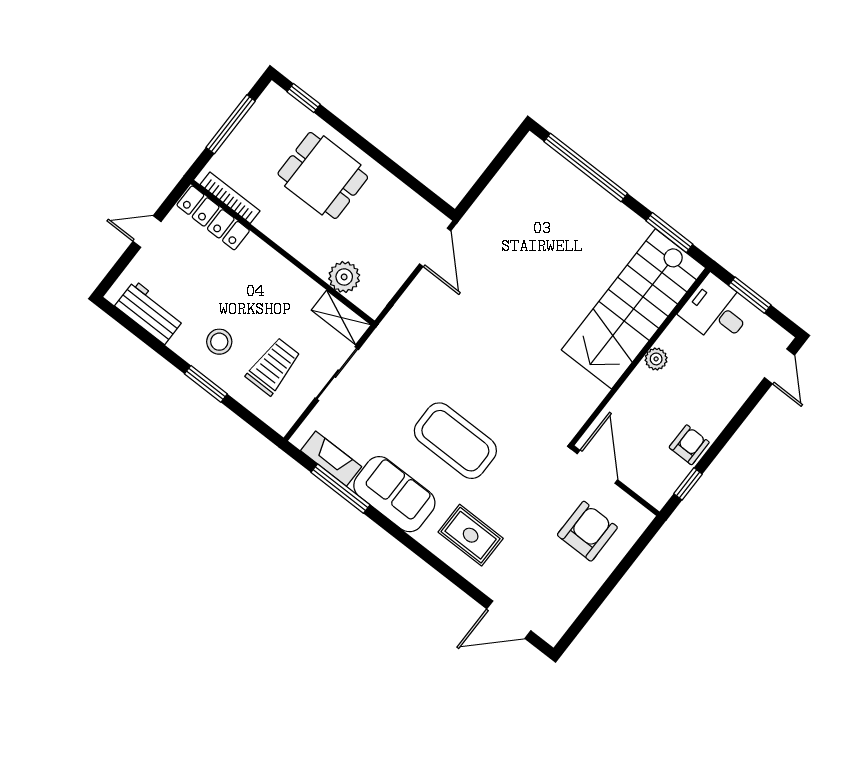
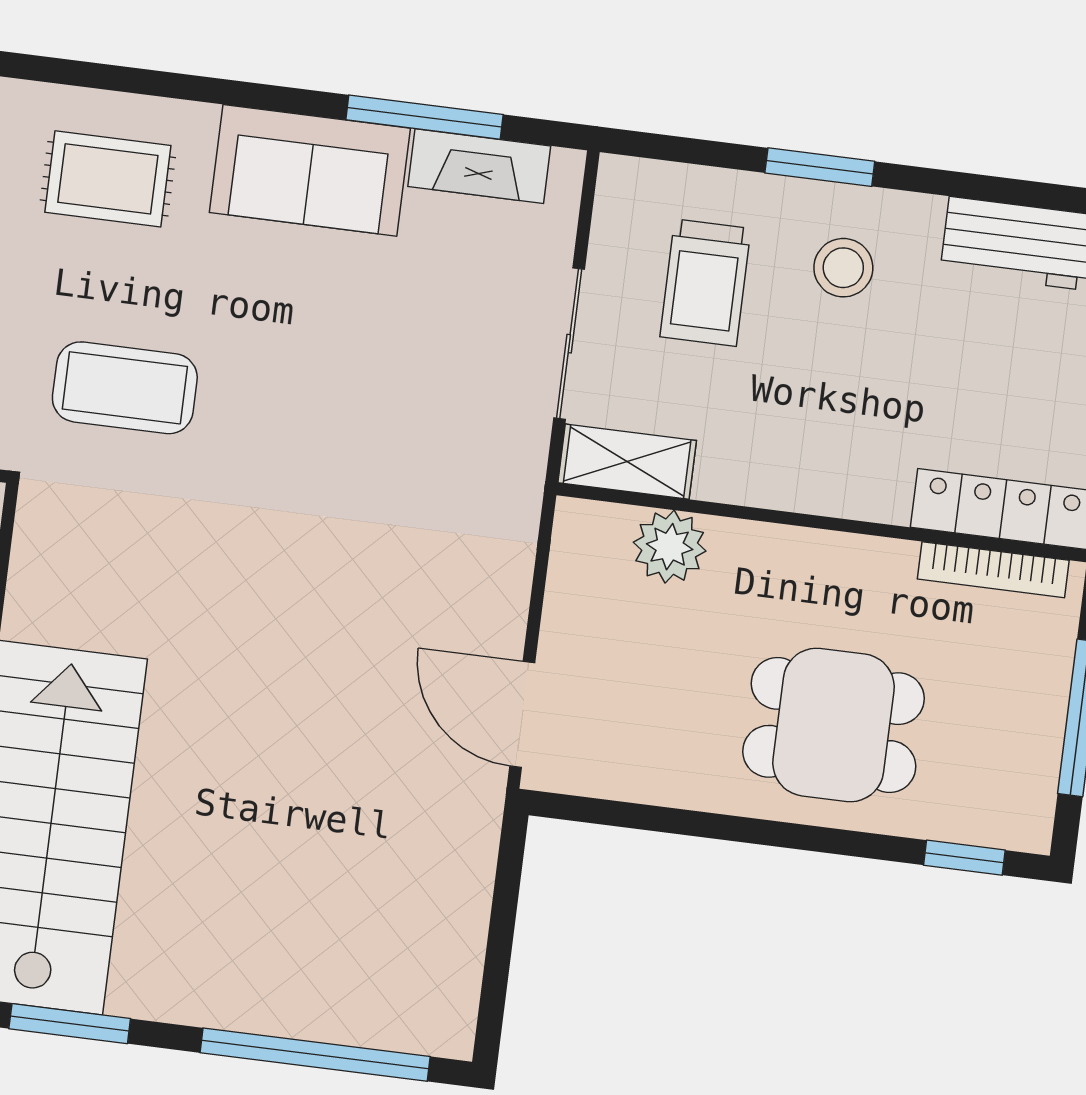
coffee table: (455, 441) -> (125, 388), moved, width x0.73, depth x0.76

